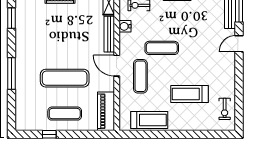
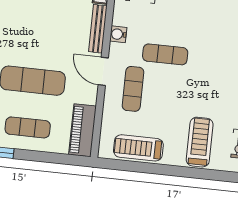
water cooler: (125, 26) -> (118, 34), moved
treadmill: (190, 94) -> (200, 142), moved, turned 90
treadmill: (149, 120) -> (138, 148), turned 180

